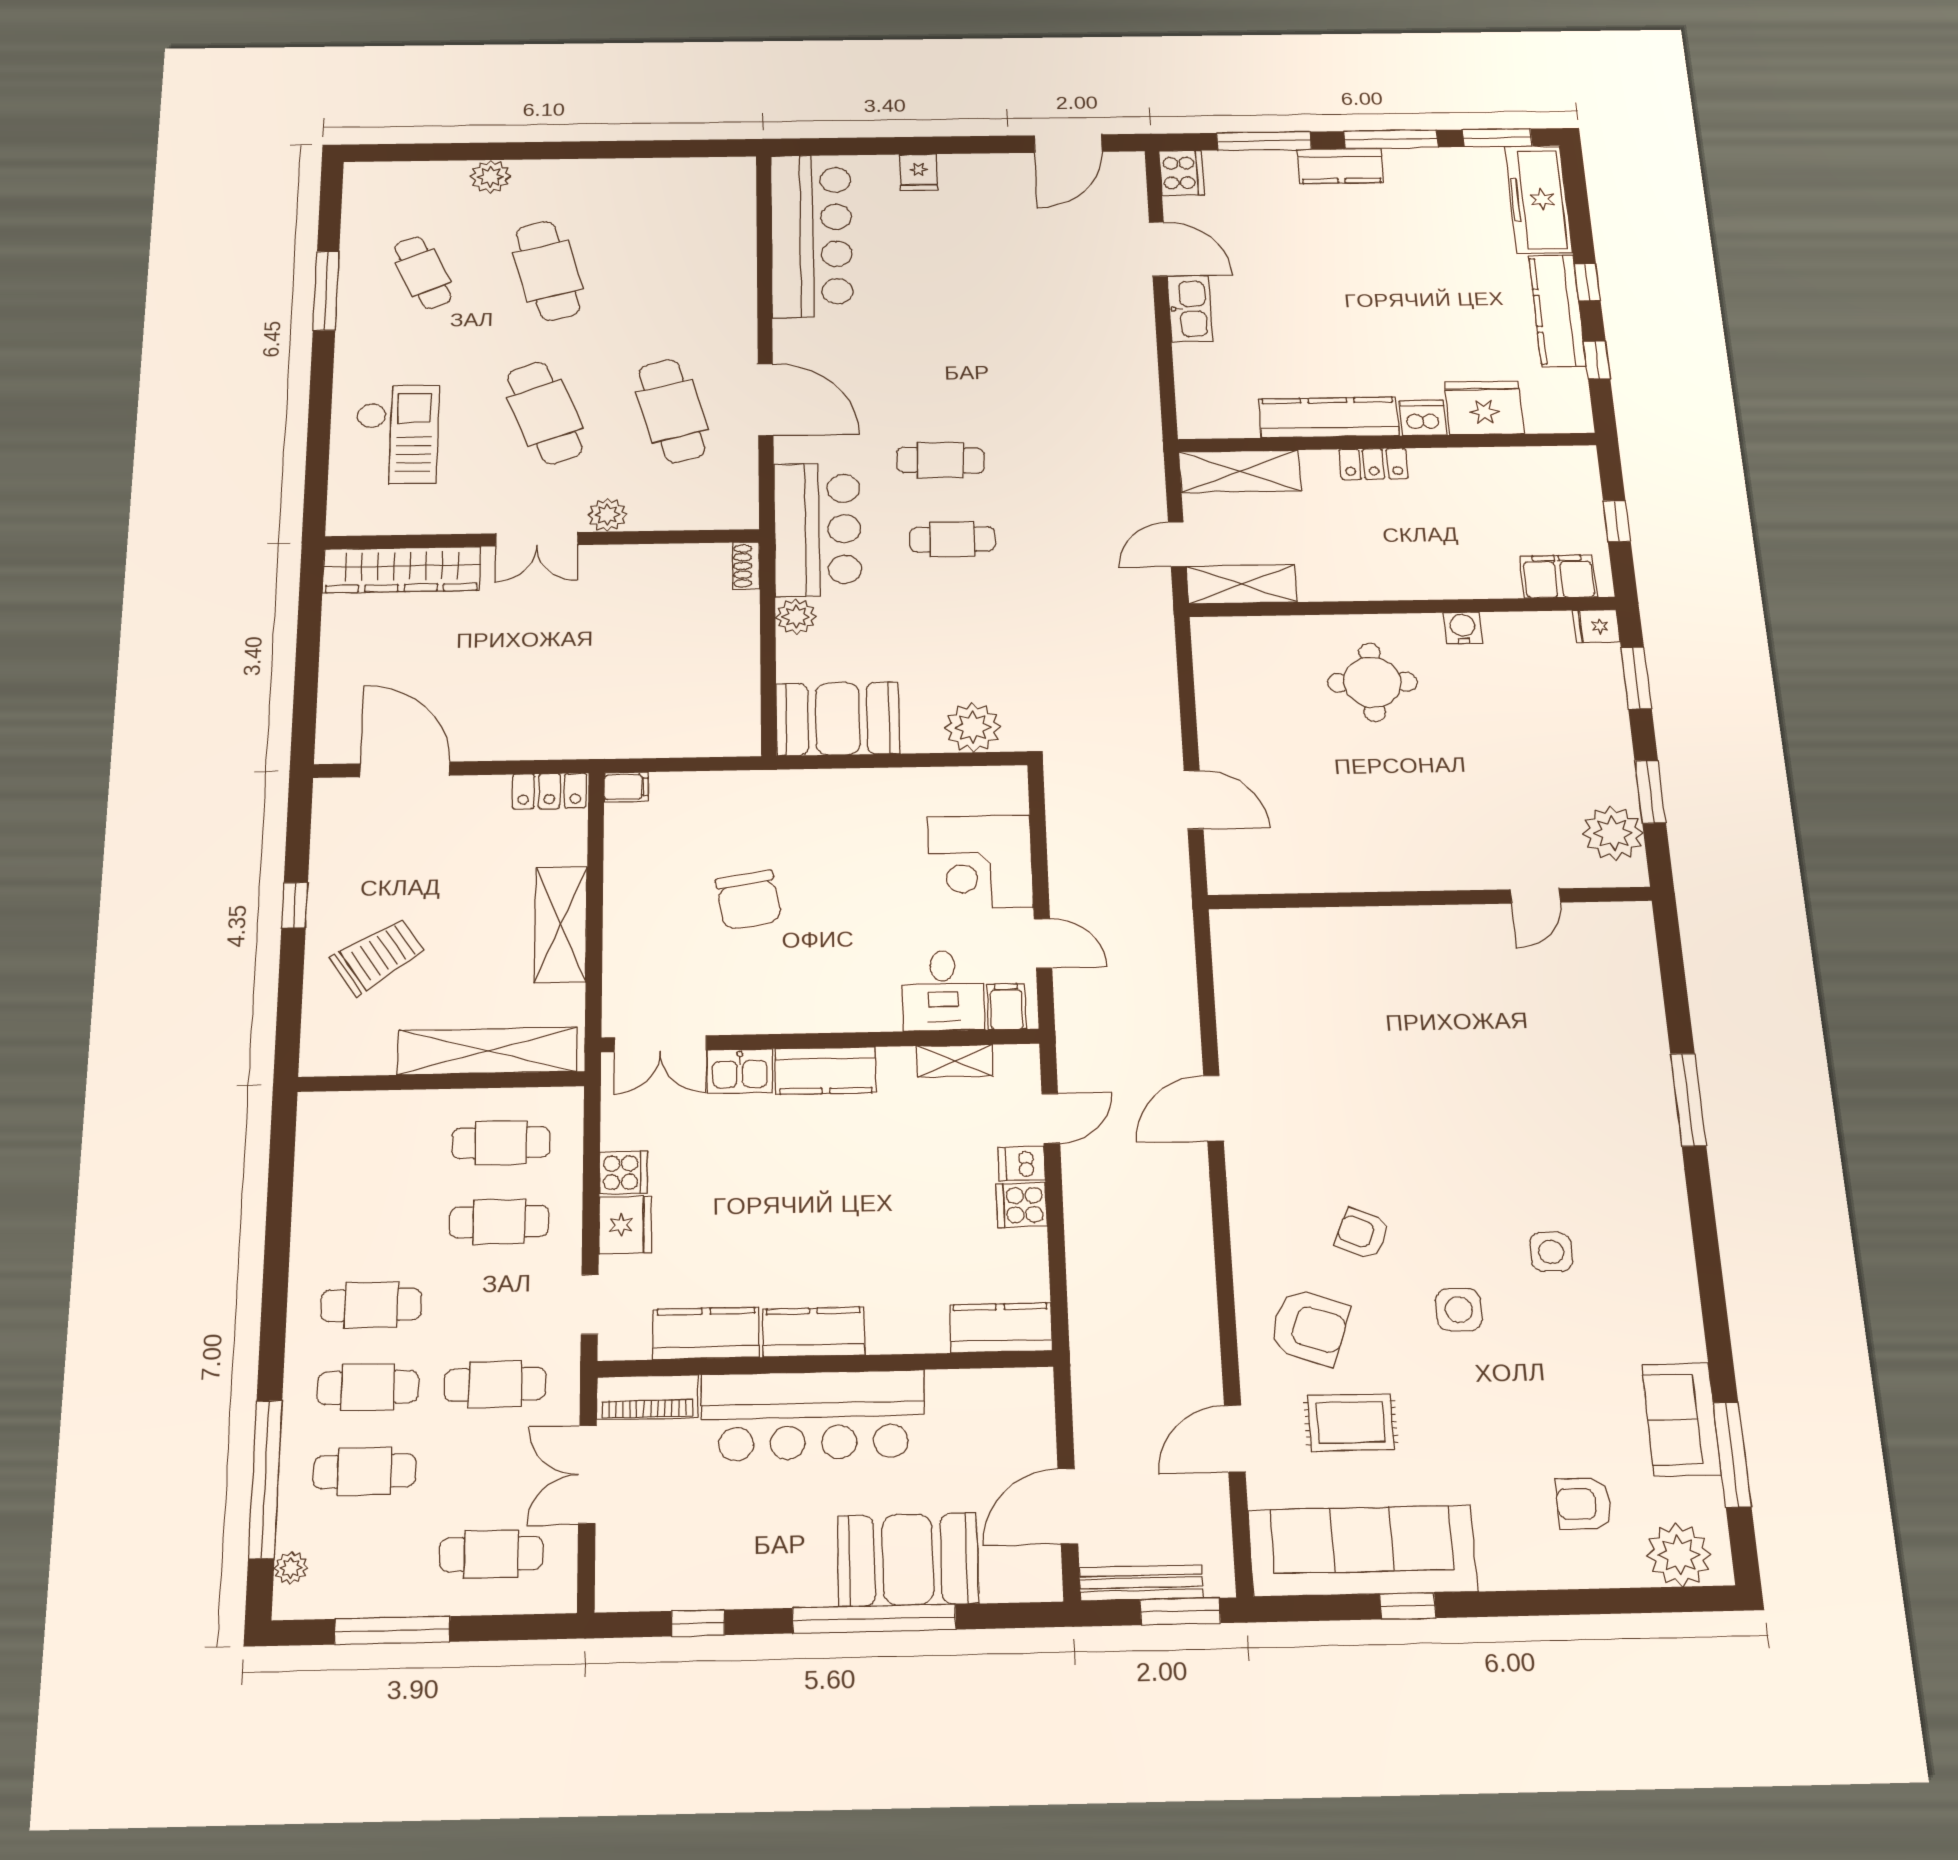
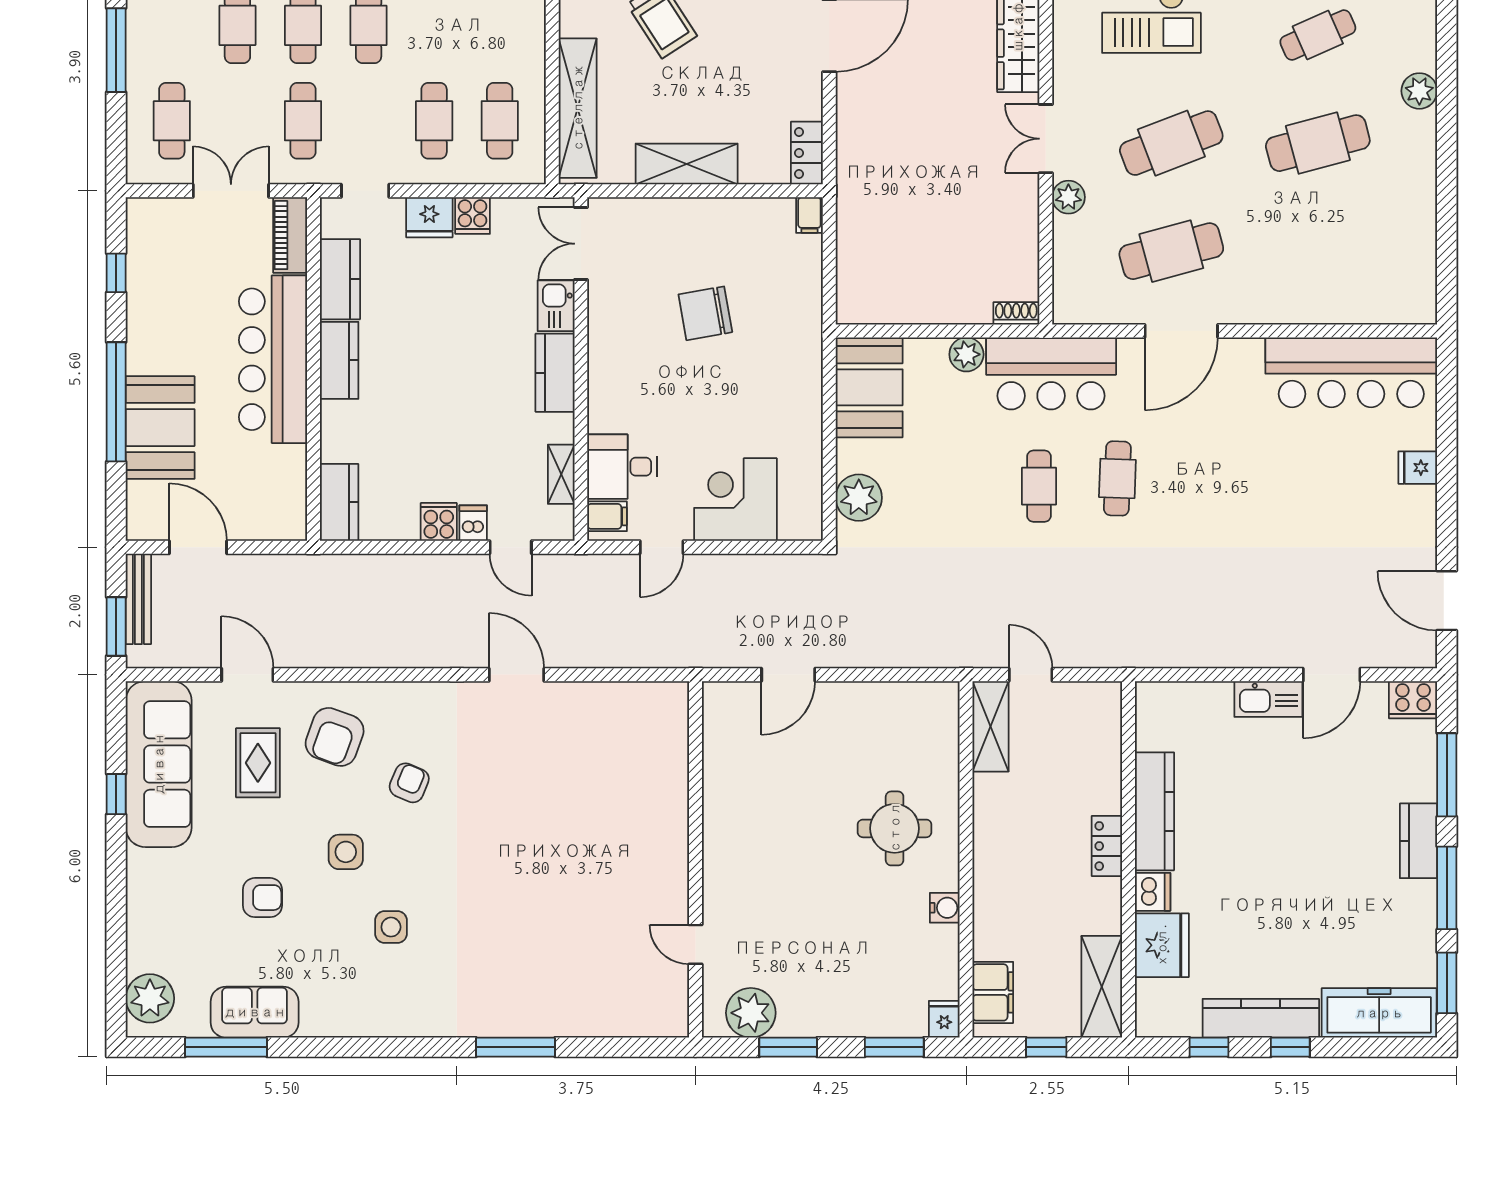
shelving: (1240, 471) -> (1102, 987), moved
armchair: (1584, 1504) -> (262, 898), moved, turned 90

